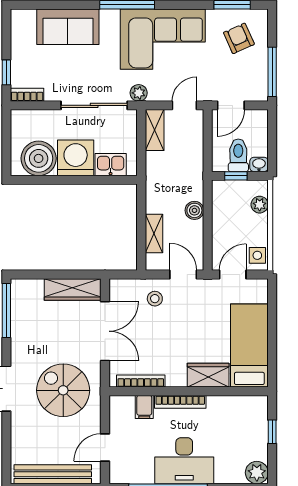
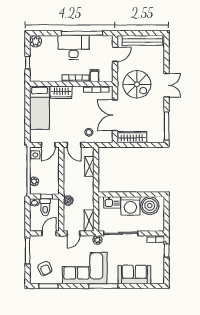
boiler: (194, 210) -> (68, 200), moved

